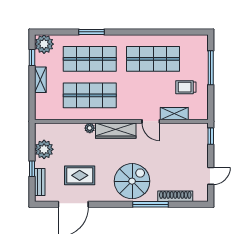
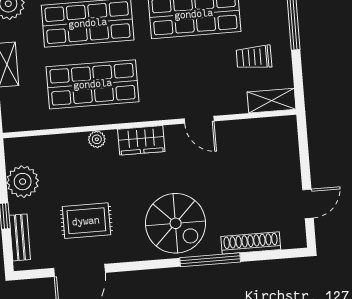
shelving: (174, 114) -> (272, 101), moved
wardrobe: (116, 131) -> (141, 140), width x0.67
window: (211, 136) -> (303, 136), removed
spiral stairs: (132, 181) -> (176, 223), turned 90

